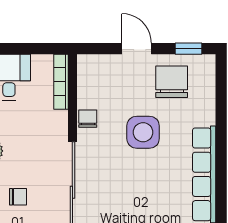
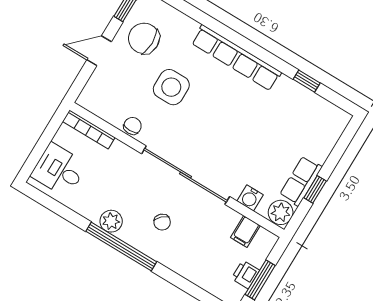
chair: (88, 119) -> (133, 126), turned 90
chair: (18, 197) -> (162, 222), turned 136

